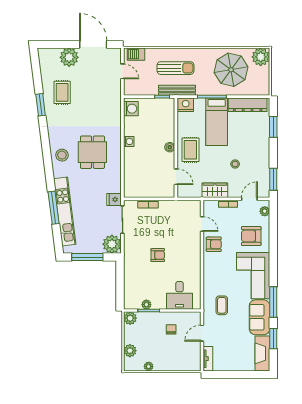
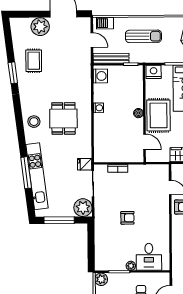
bench: (177, 90) -> (111, 58), moved
rug: (190, 150) -> (158, 115), width x1.36, depth x1.43
plant: (146, 305) -> (131, 266), moved

